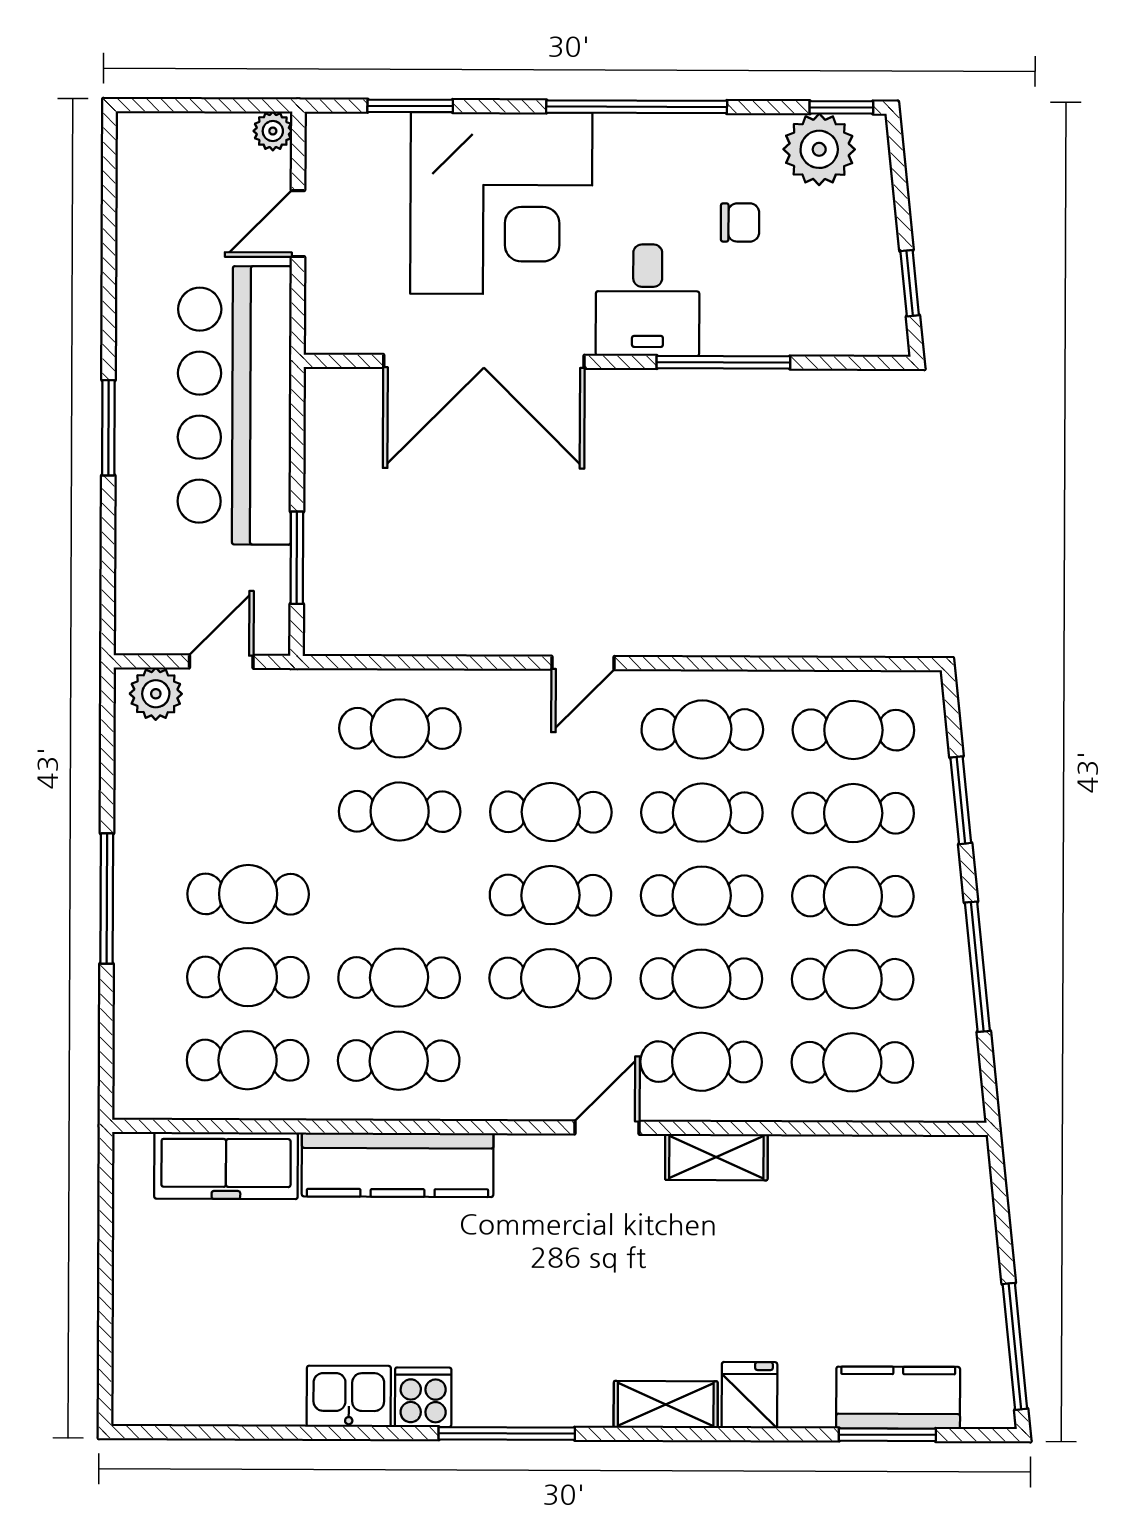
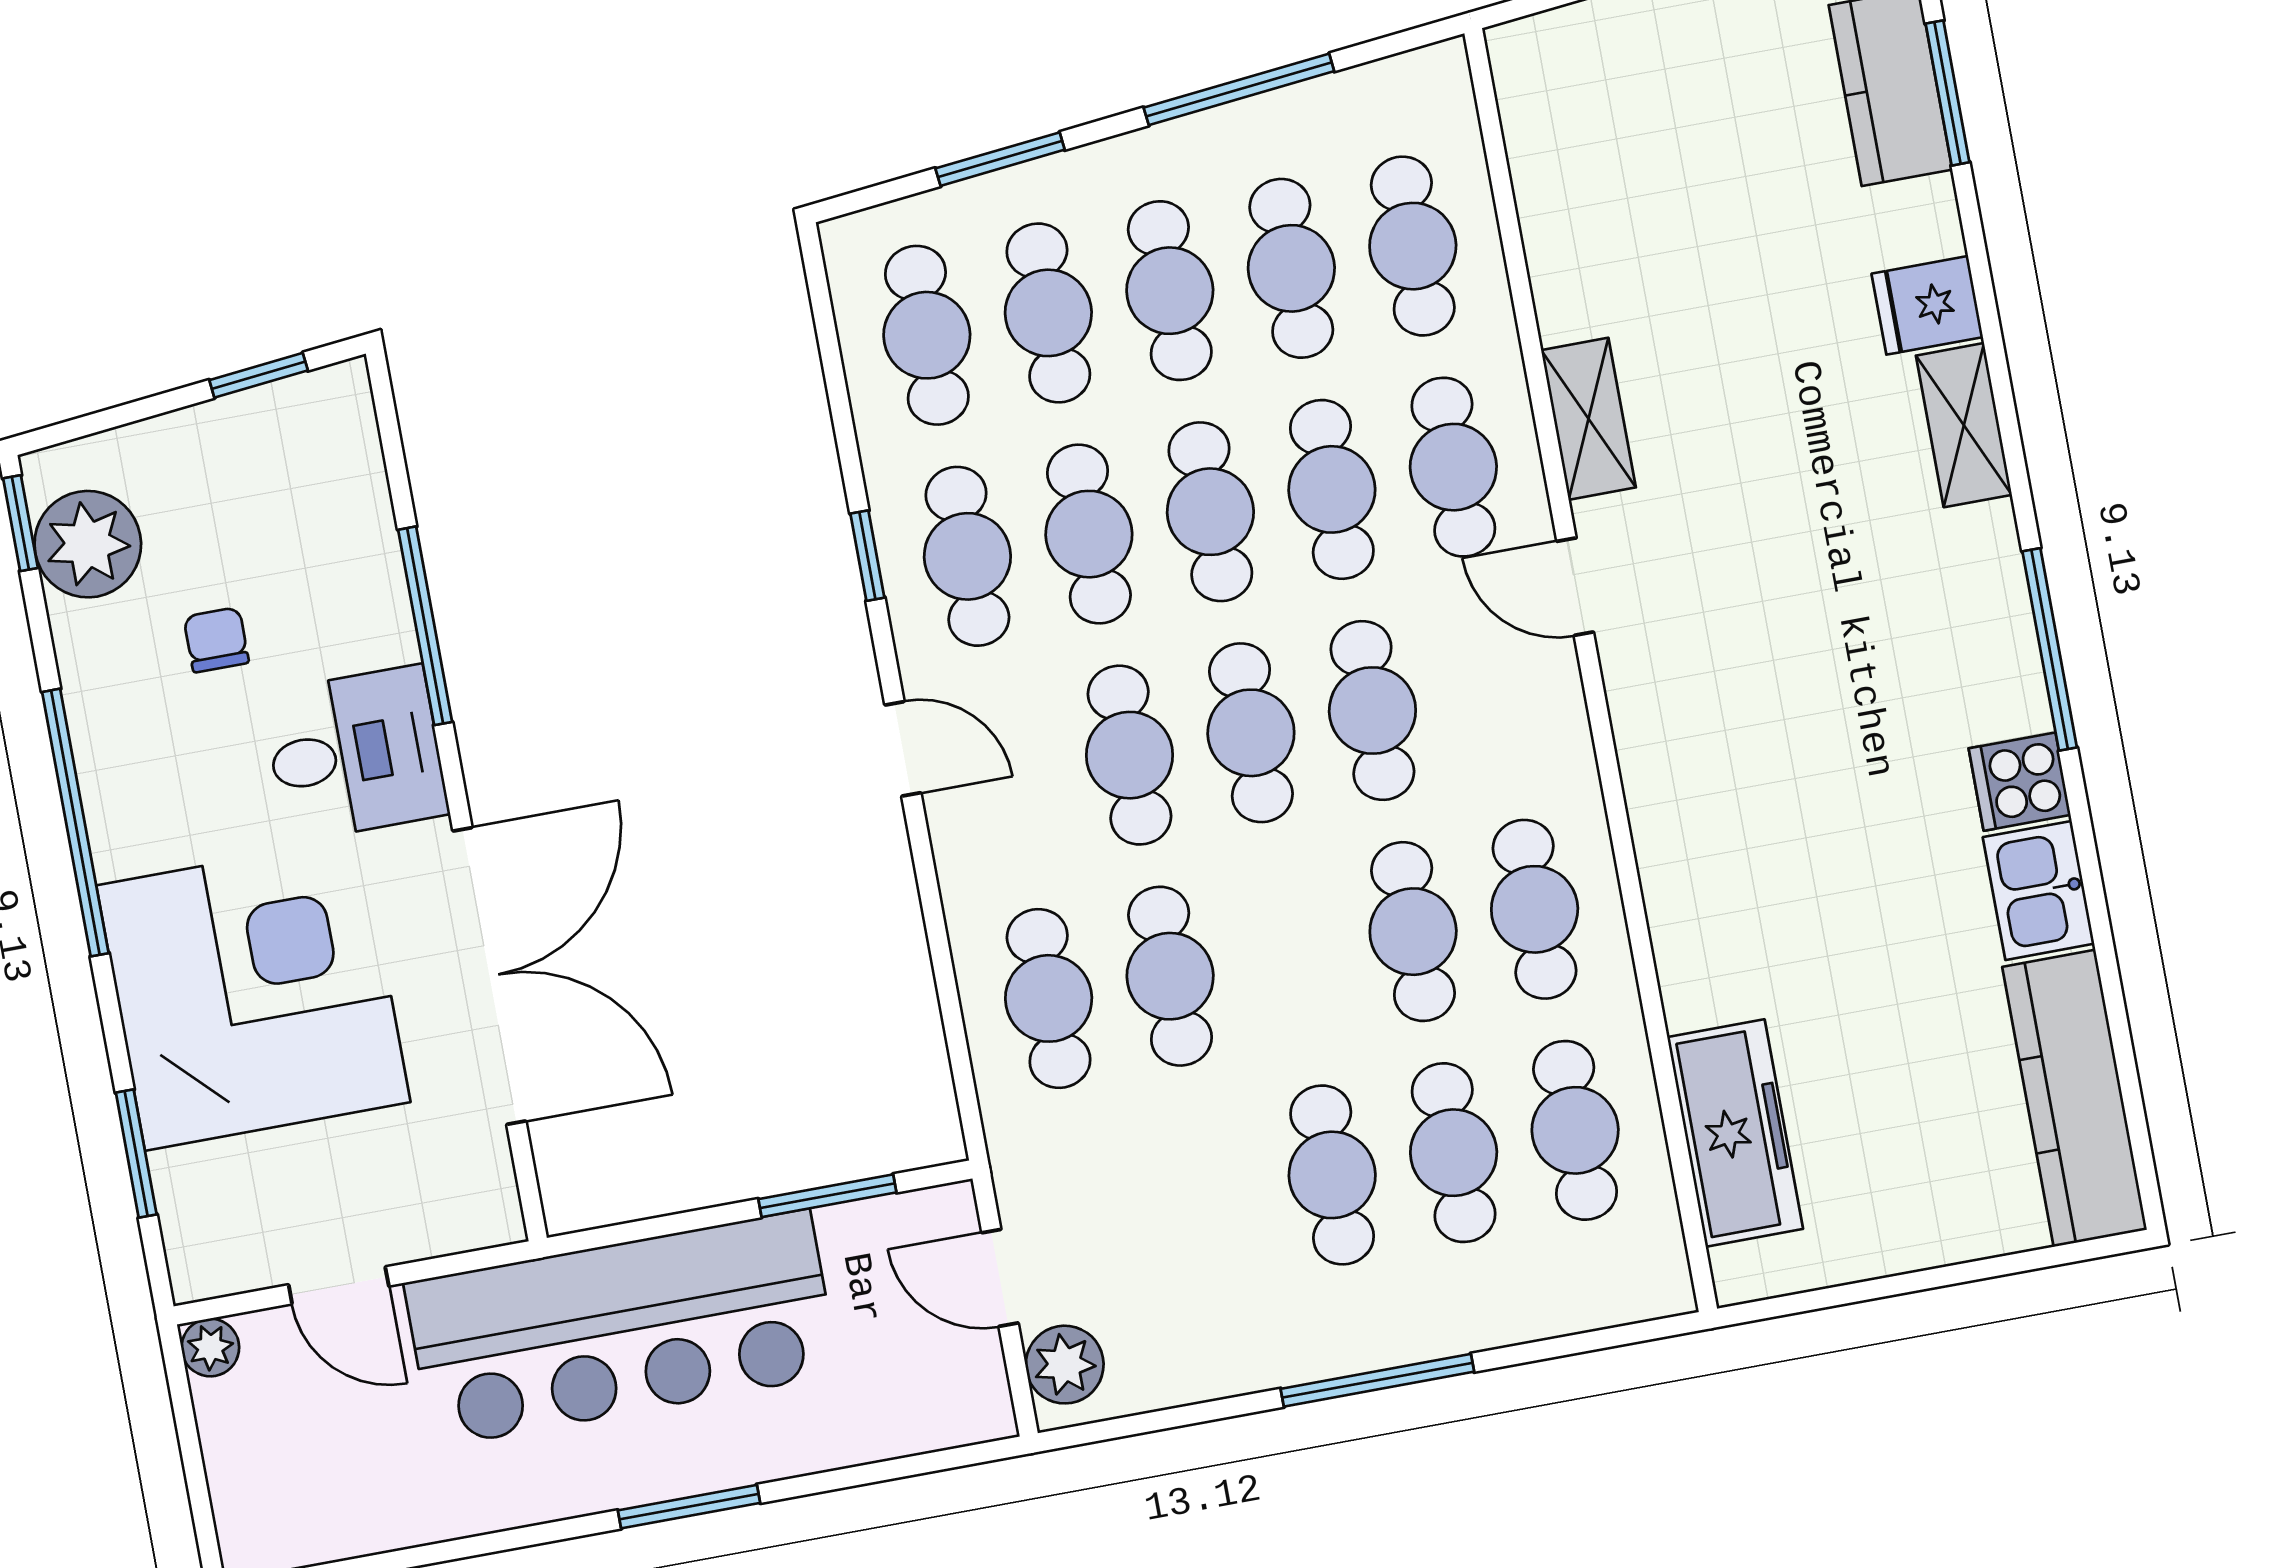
window: (715, 663) -> (867, 556), added
kitchen counter: (398, 1165) -> (2075, 1098), moved, turned 180

